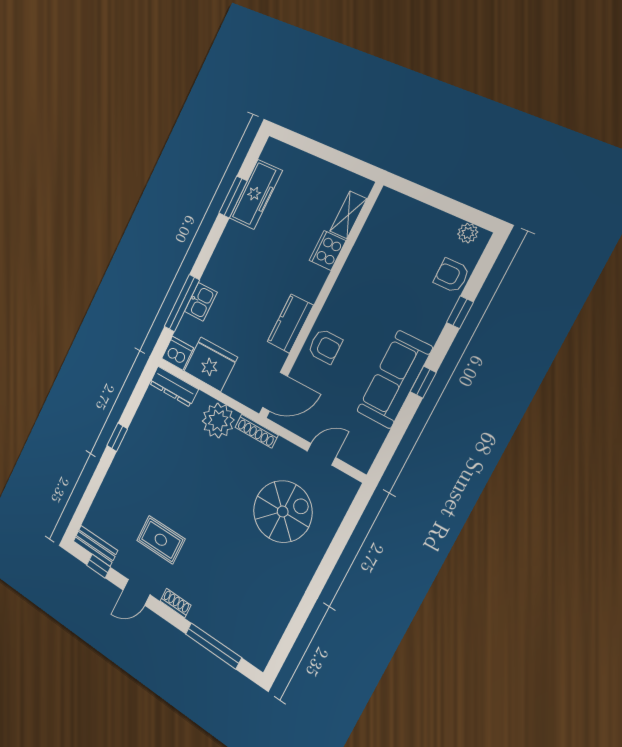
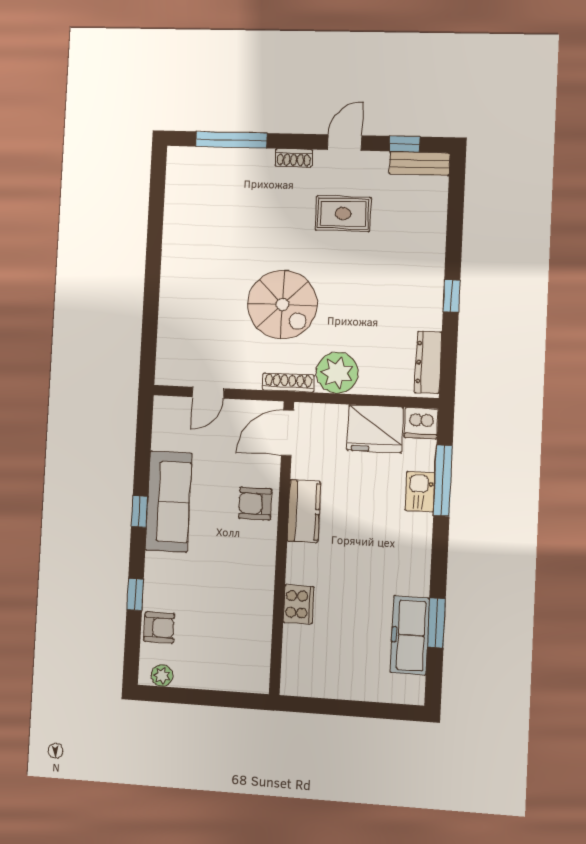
shelving: (348, 215) -> (293, 650), removed
dresser: (174, 386) -> (428, 362), moved, turned -90
spiral stairs: (283, 511) -> (282, 305), moved, turned -90

